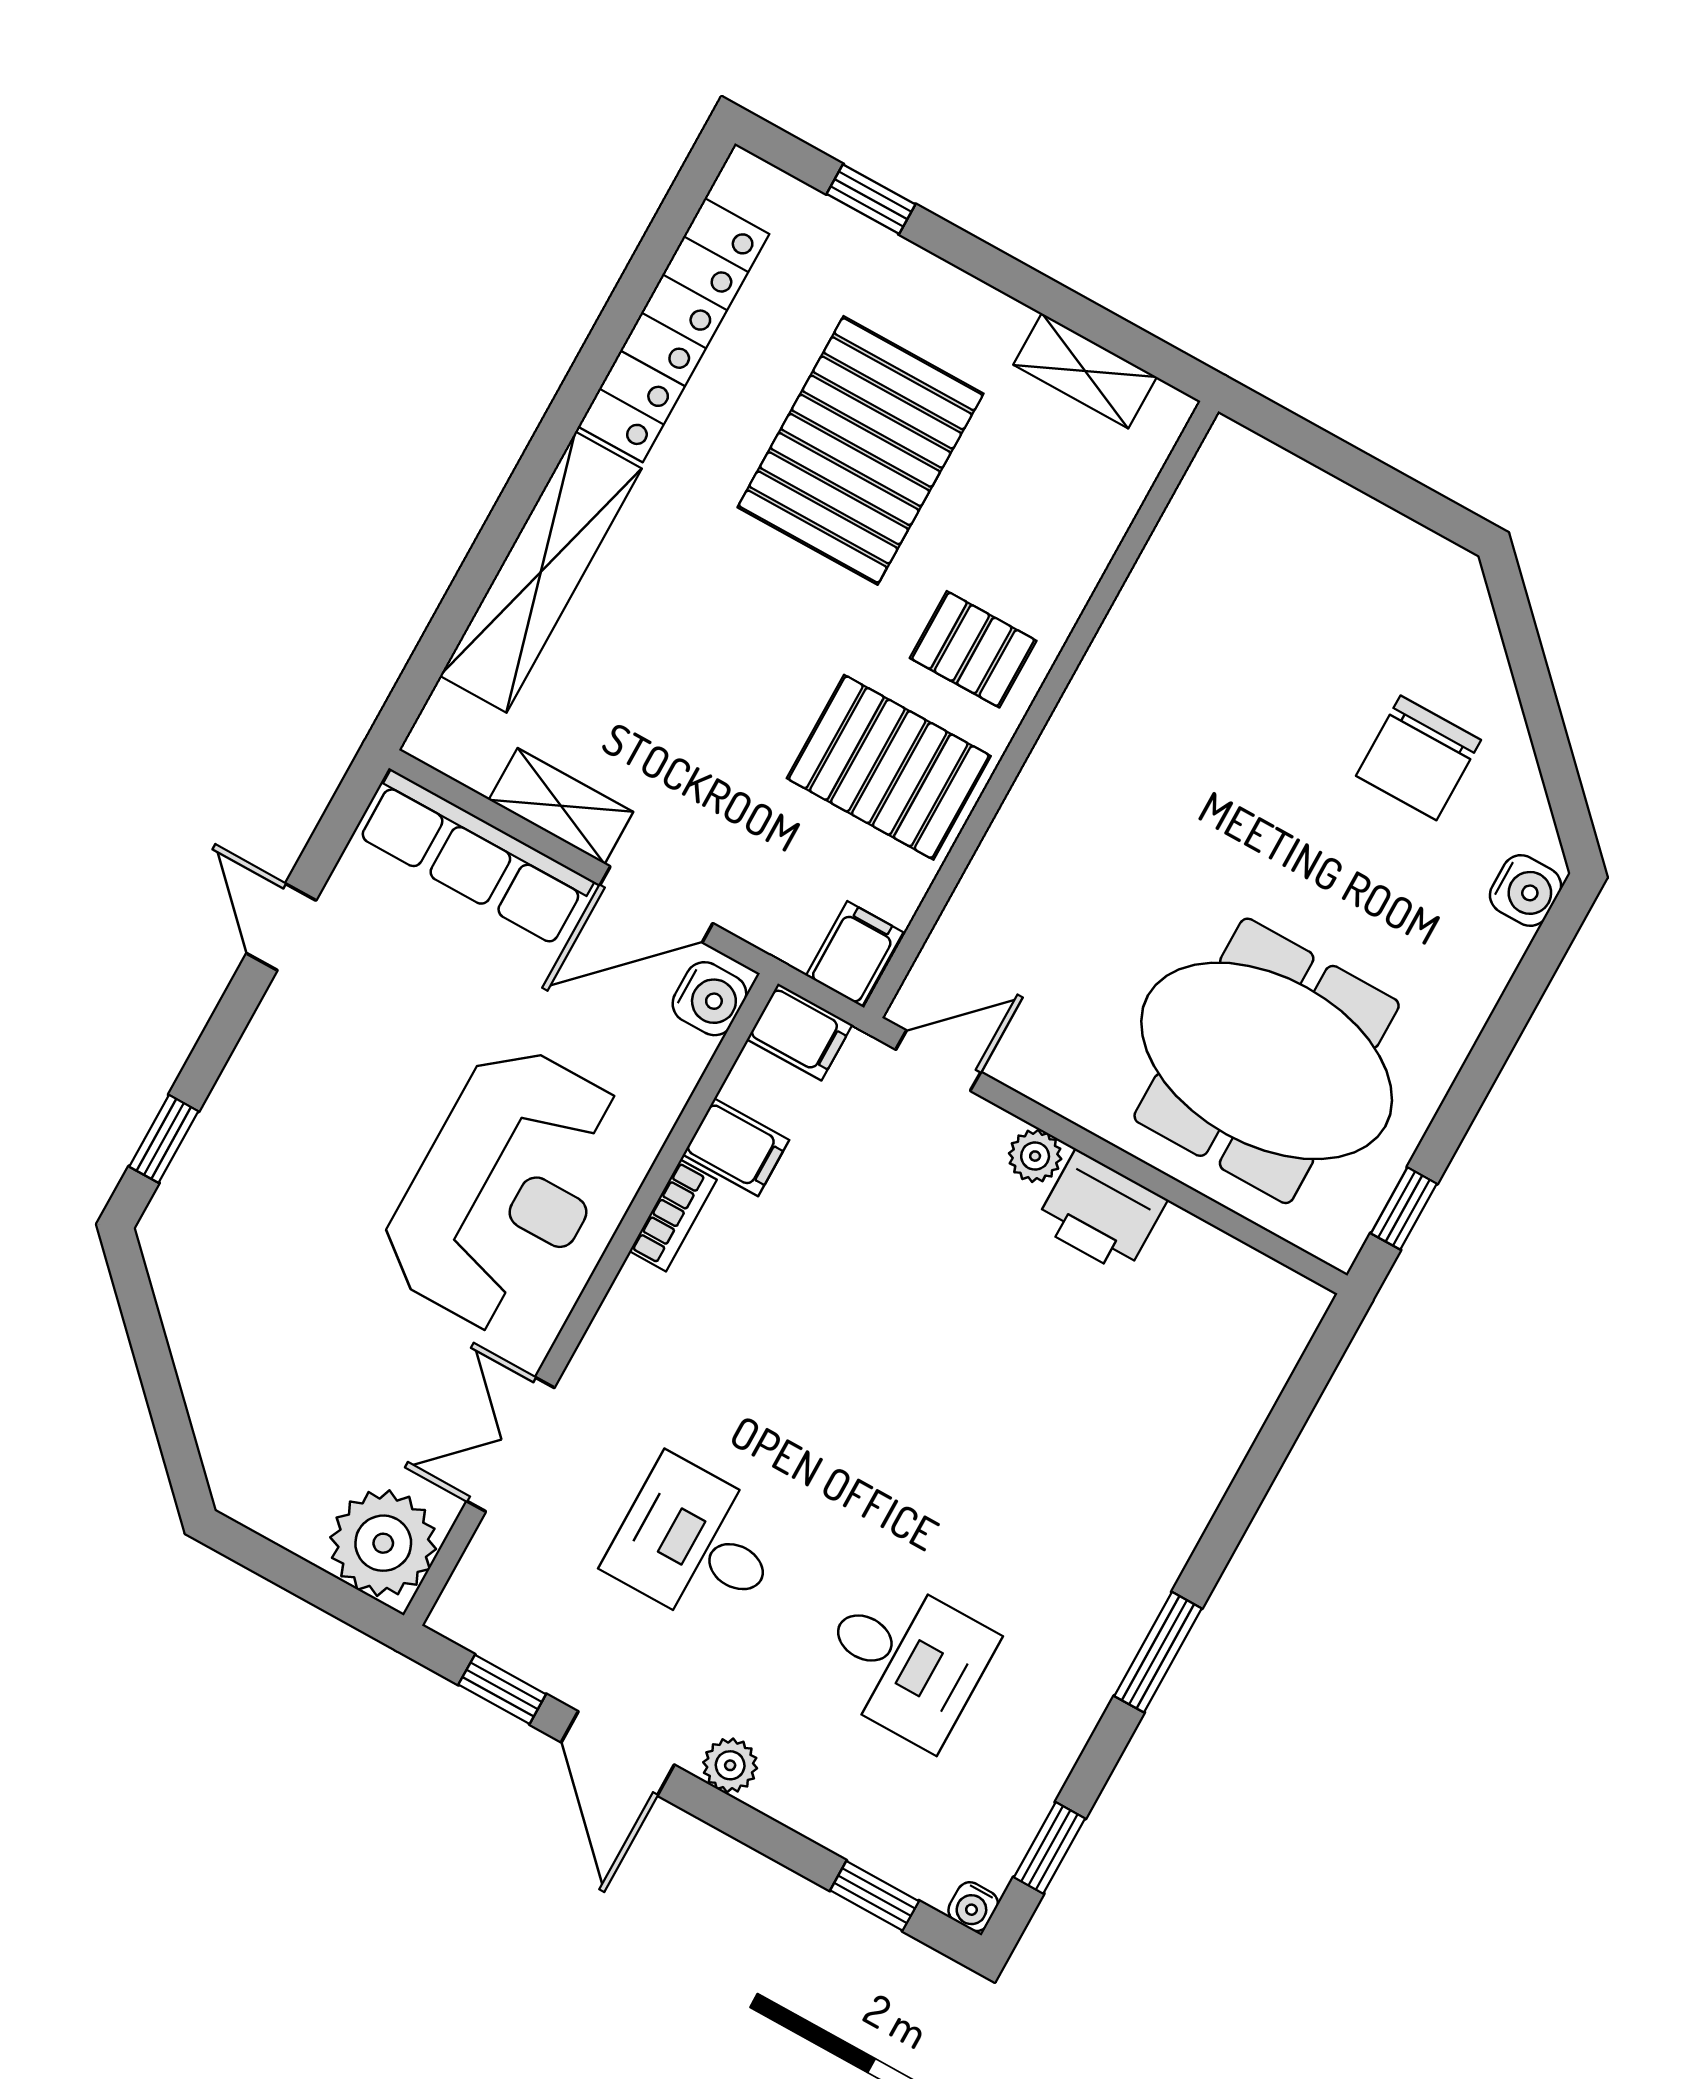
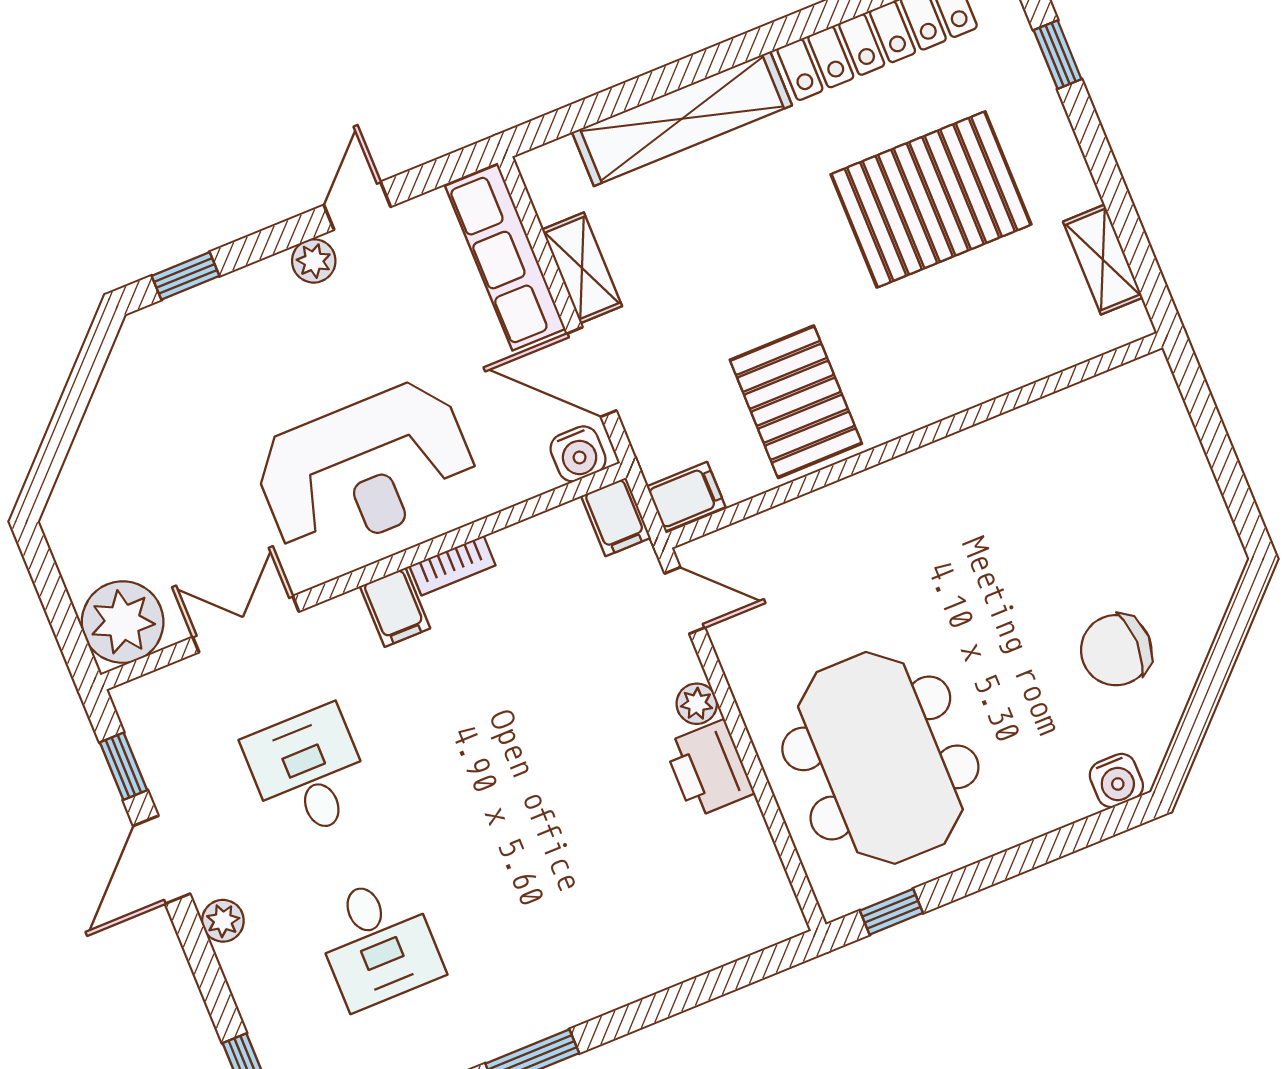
pallet: (973, 649) -> (903, 372), removed
plant: (282, 1019) -> (314, 261), added
filing cabinet: (736, 1147) -> (395, 607), moved

